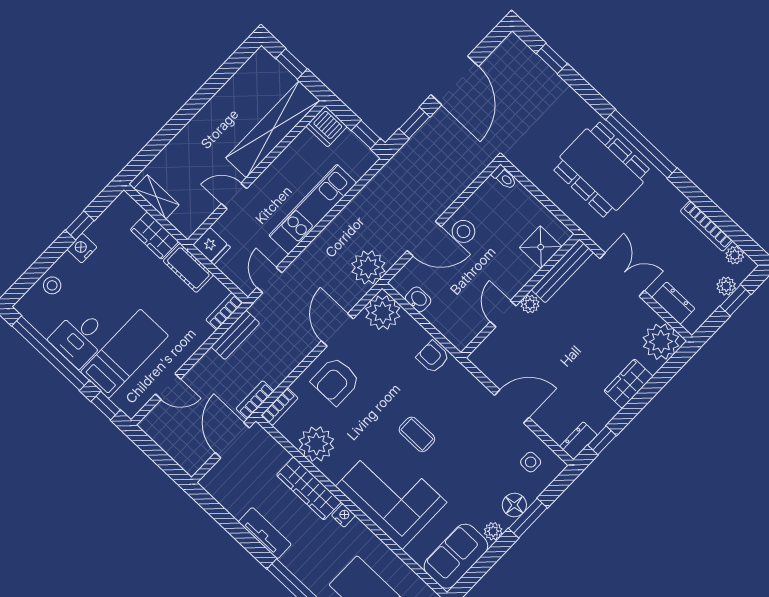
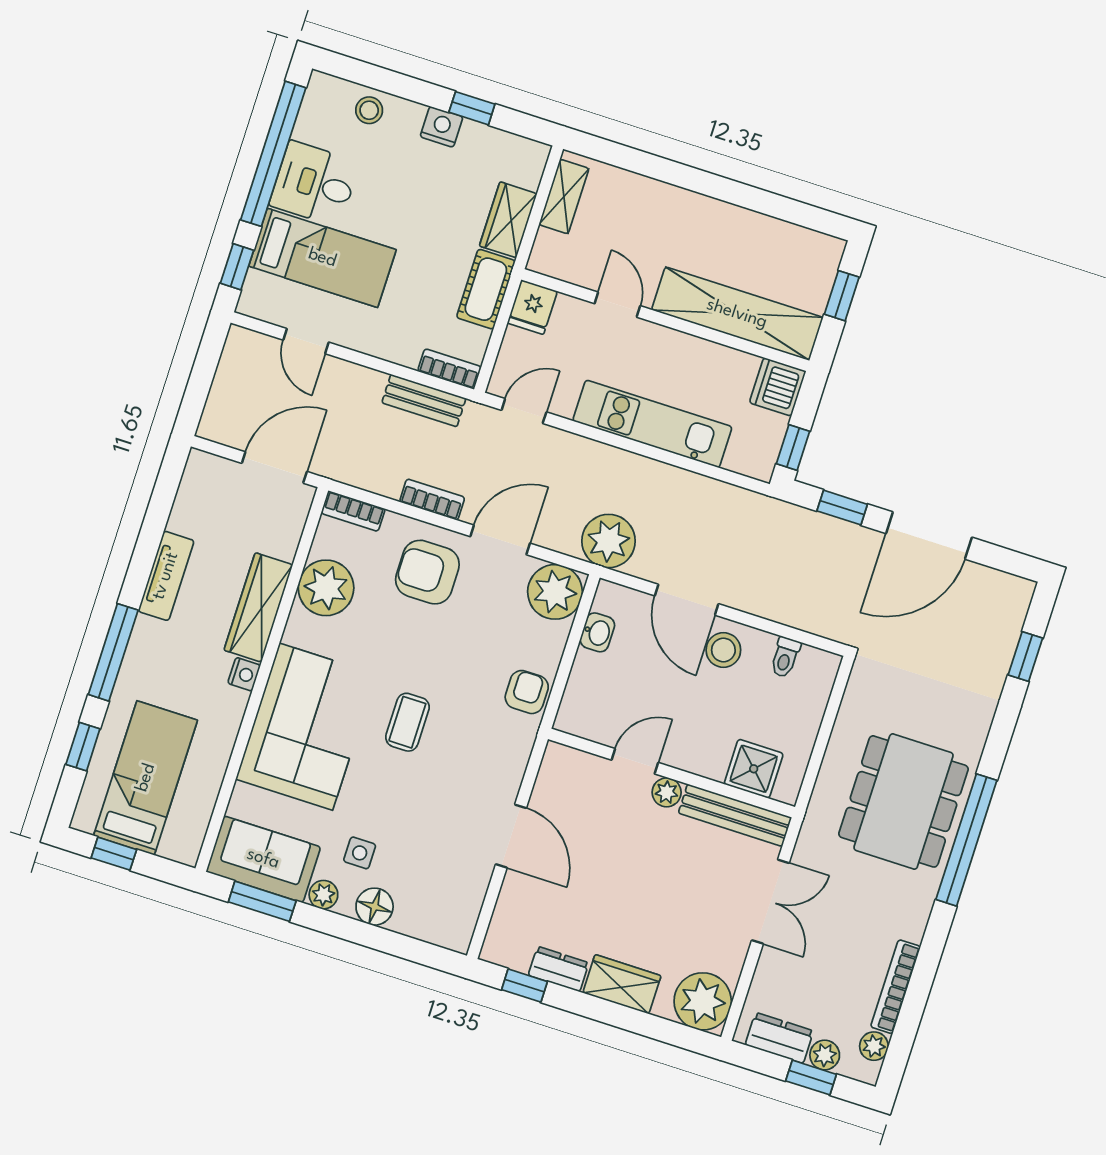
toilet: (504, 177) -> (785, 657), moved
dresser: (673, 303) -> (779, 1038), moved, turned -90
bookcase: (255, 400) -> (432, 500), moved
dresser: (578, 441) -> (559, 969), moved
side table: (531, 462) -> (360, 853), moved
window: (528, 518) -> (262, 901), moved

